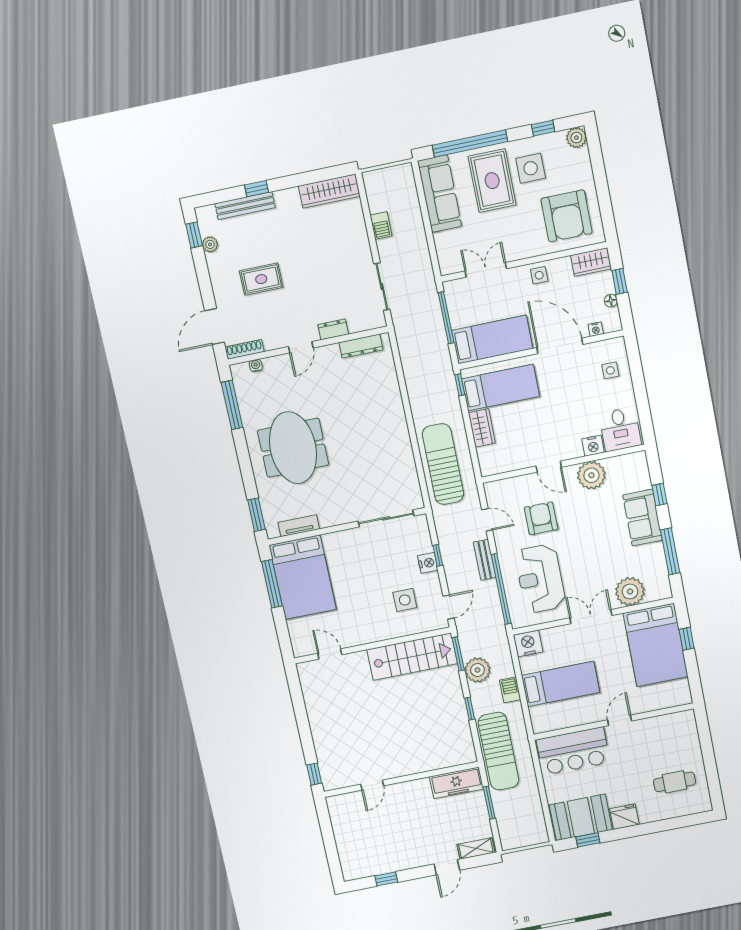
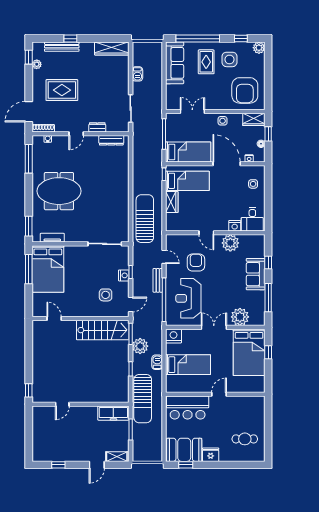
rug: (492, 181) -> (206, 62), width x0.73, depth x0.70
rug: (261, 279) -> (62, 90), width x1.36, depth x1.43
meeting table: (293, 448) -> (59, 191), turned 90

